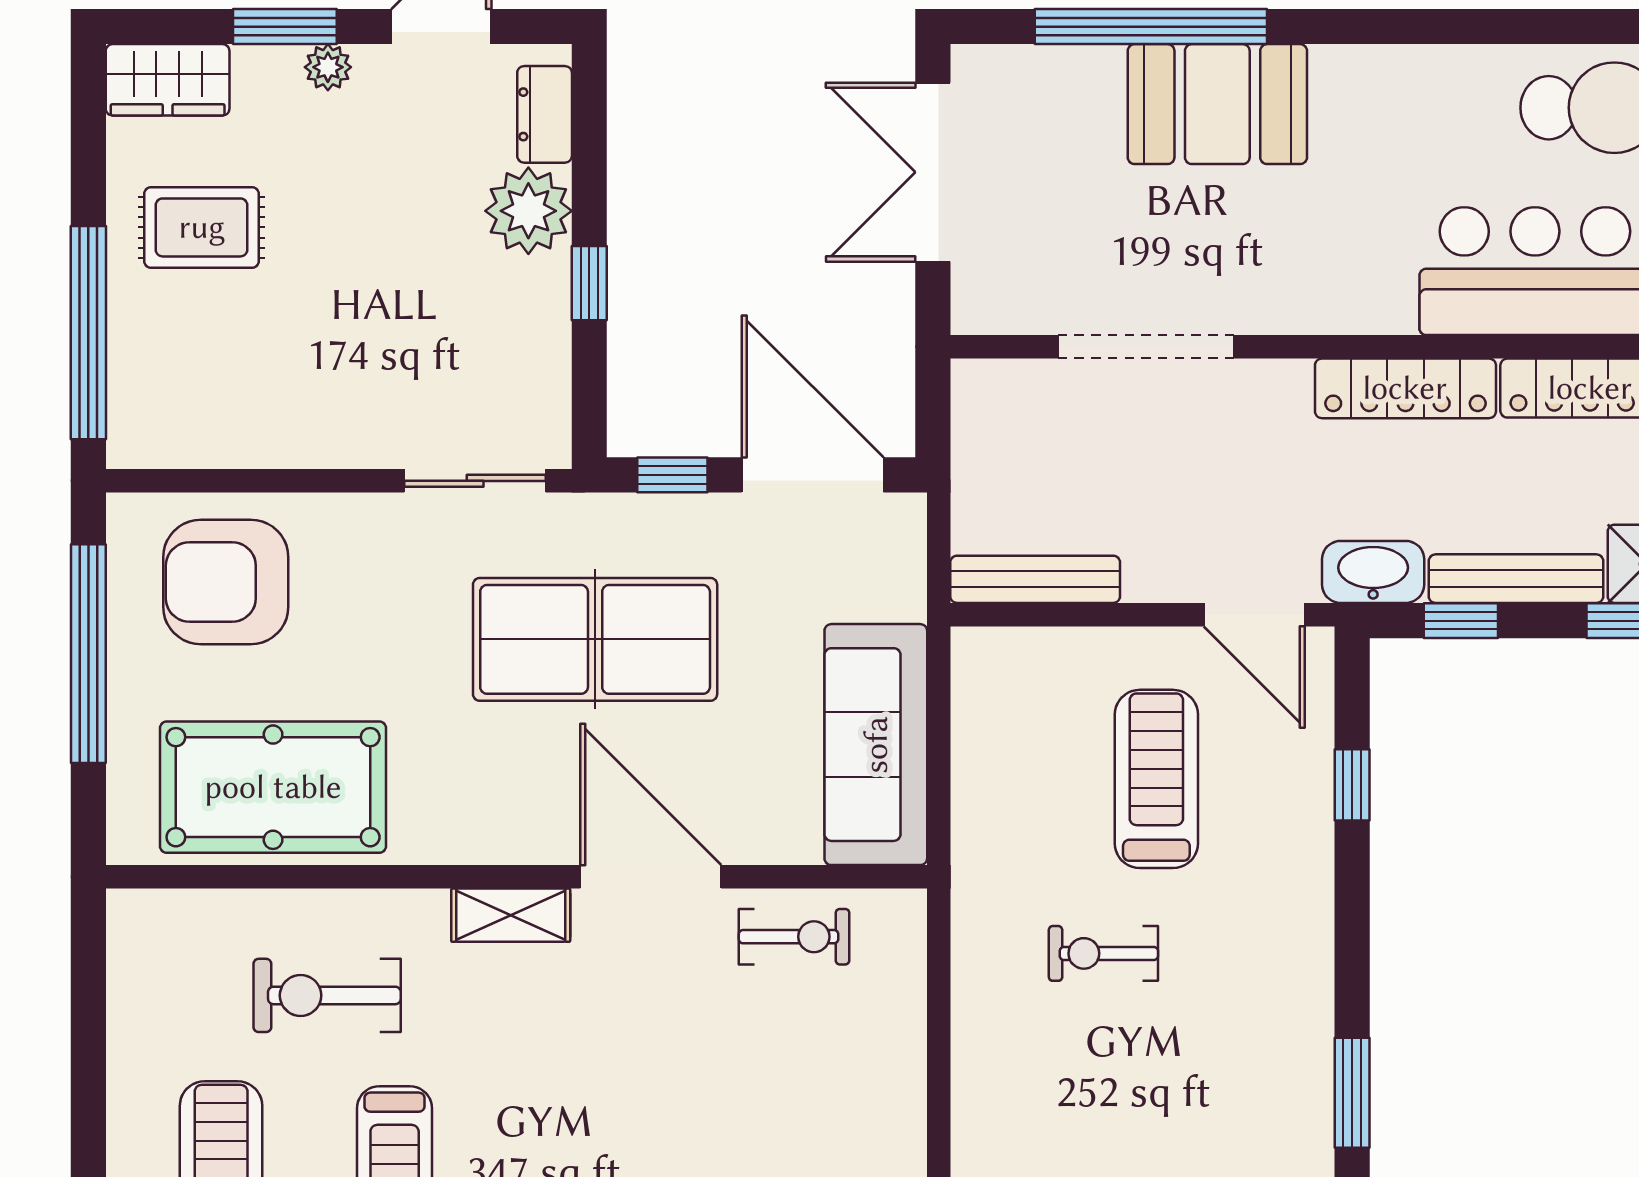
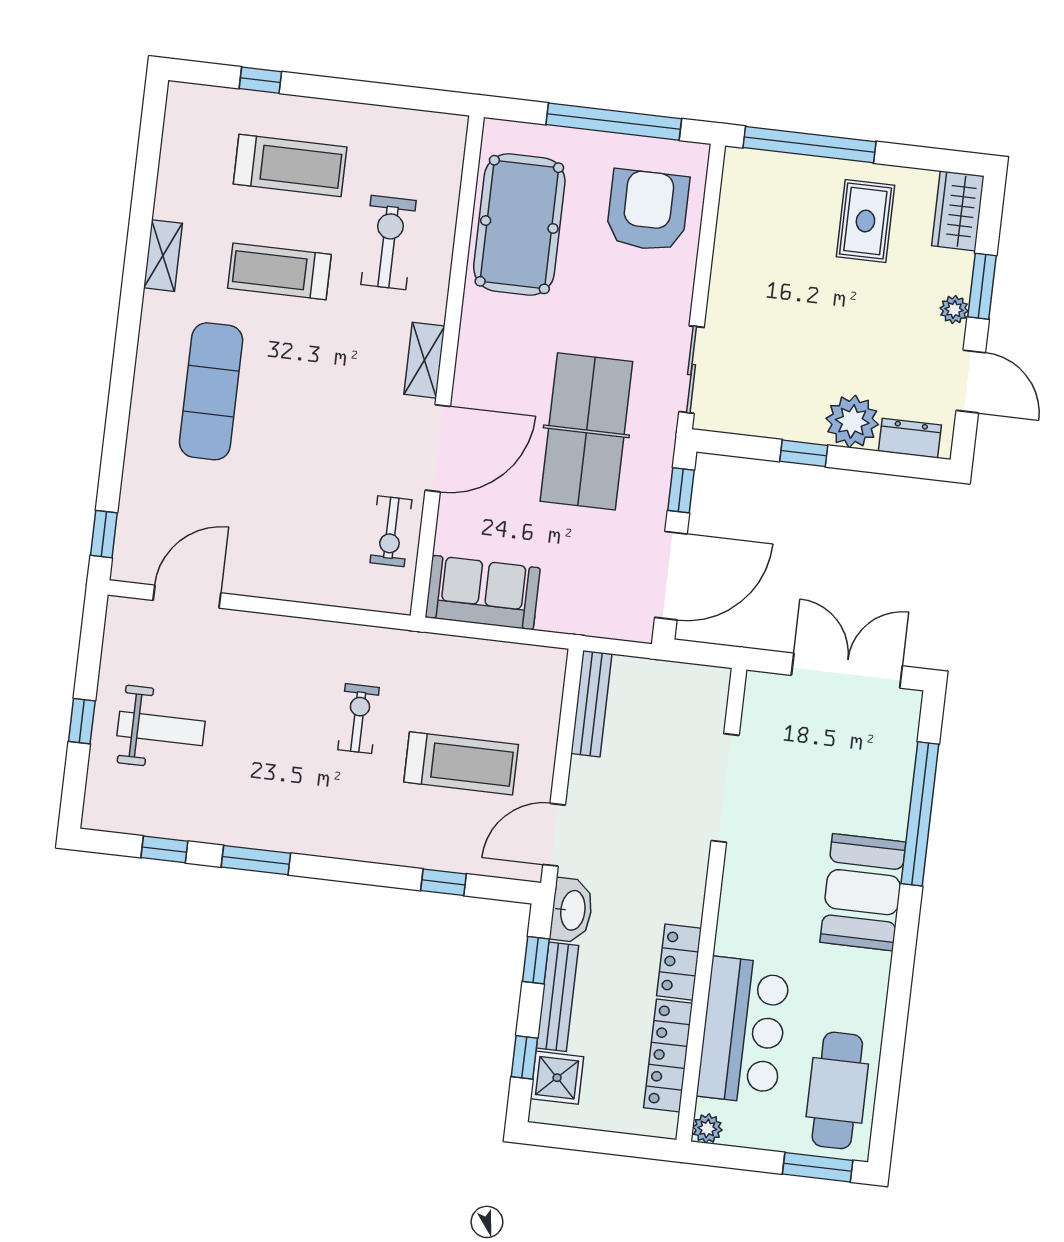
booth: (1217, 104) -> (863, 892), moved
locker: (1405, 388) -> (679, 962), width x0.66
sofa: (876, 745) -> (483, 593), width x0.73

